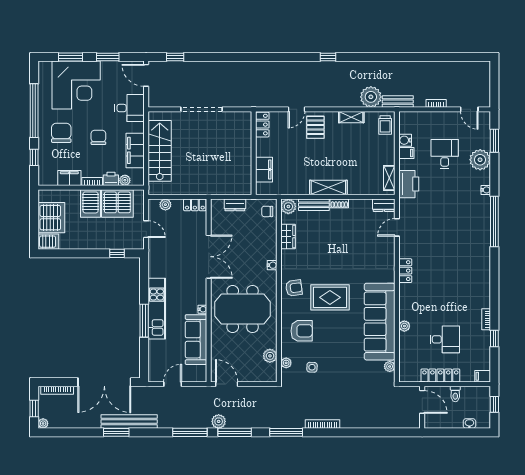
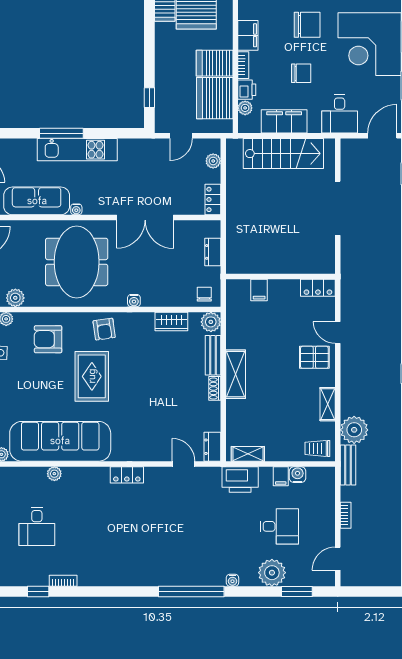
filing cabinet: (264, 170) -> (259, 290), width x0.50
armchair: (302, 331) -> (48, 339), turned 90

